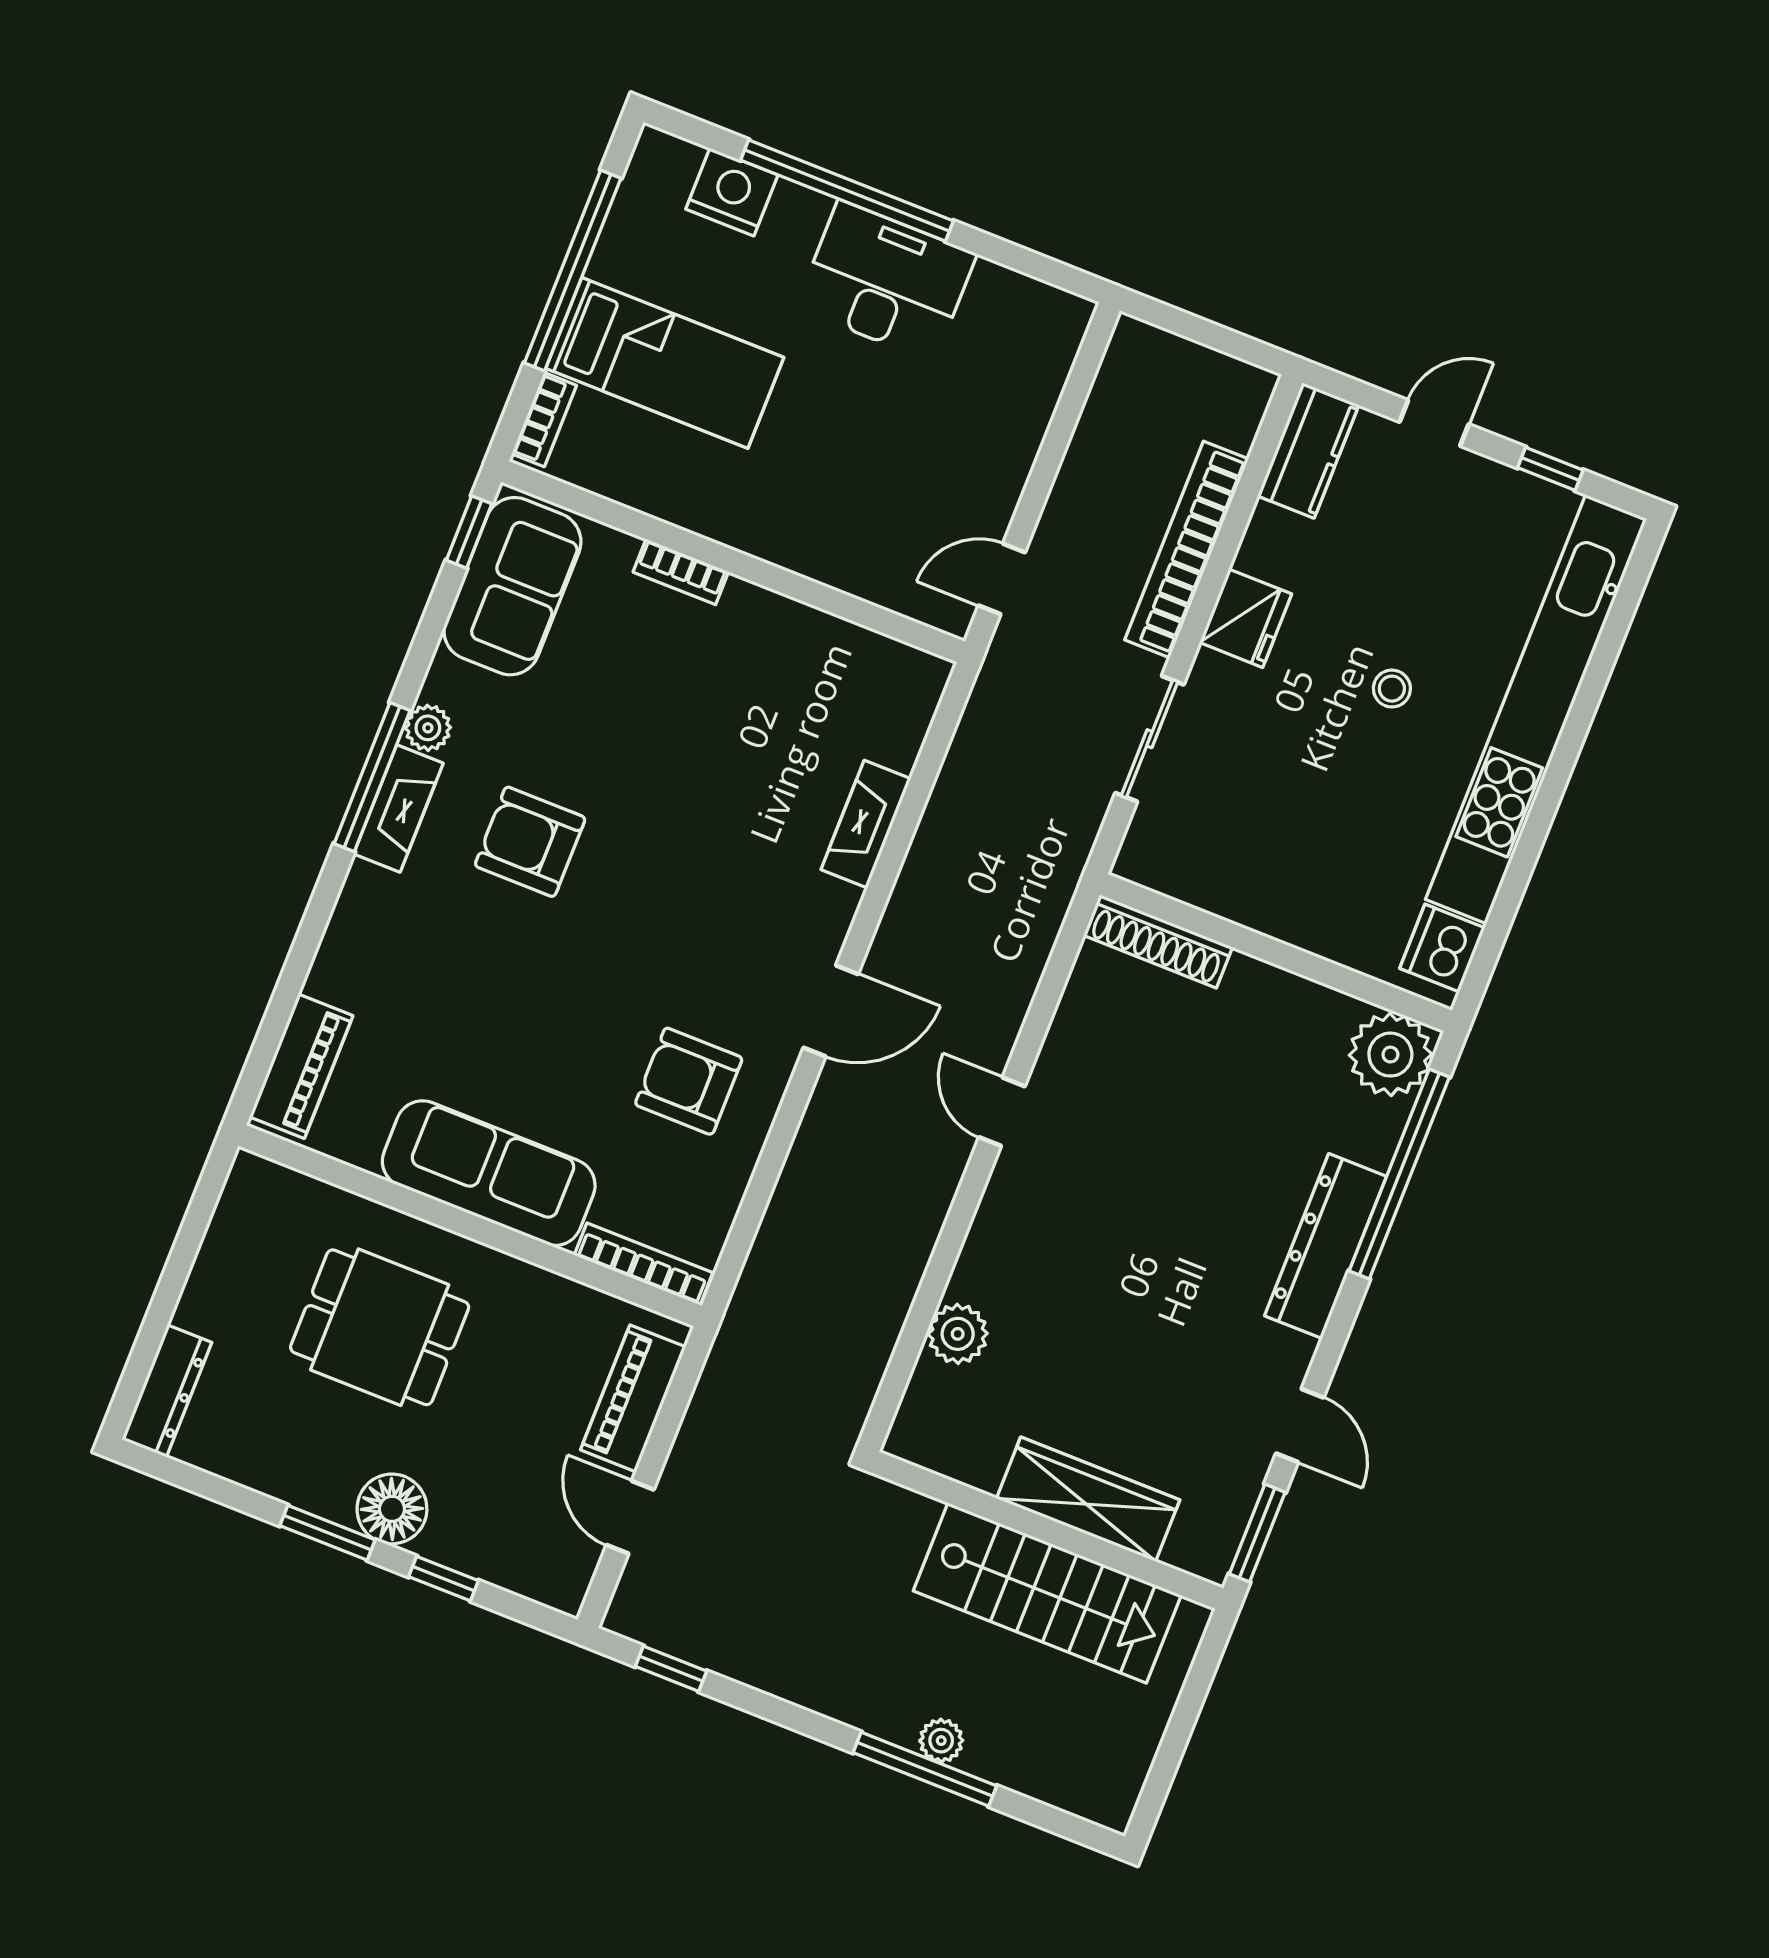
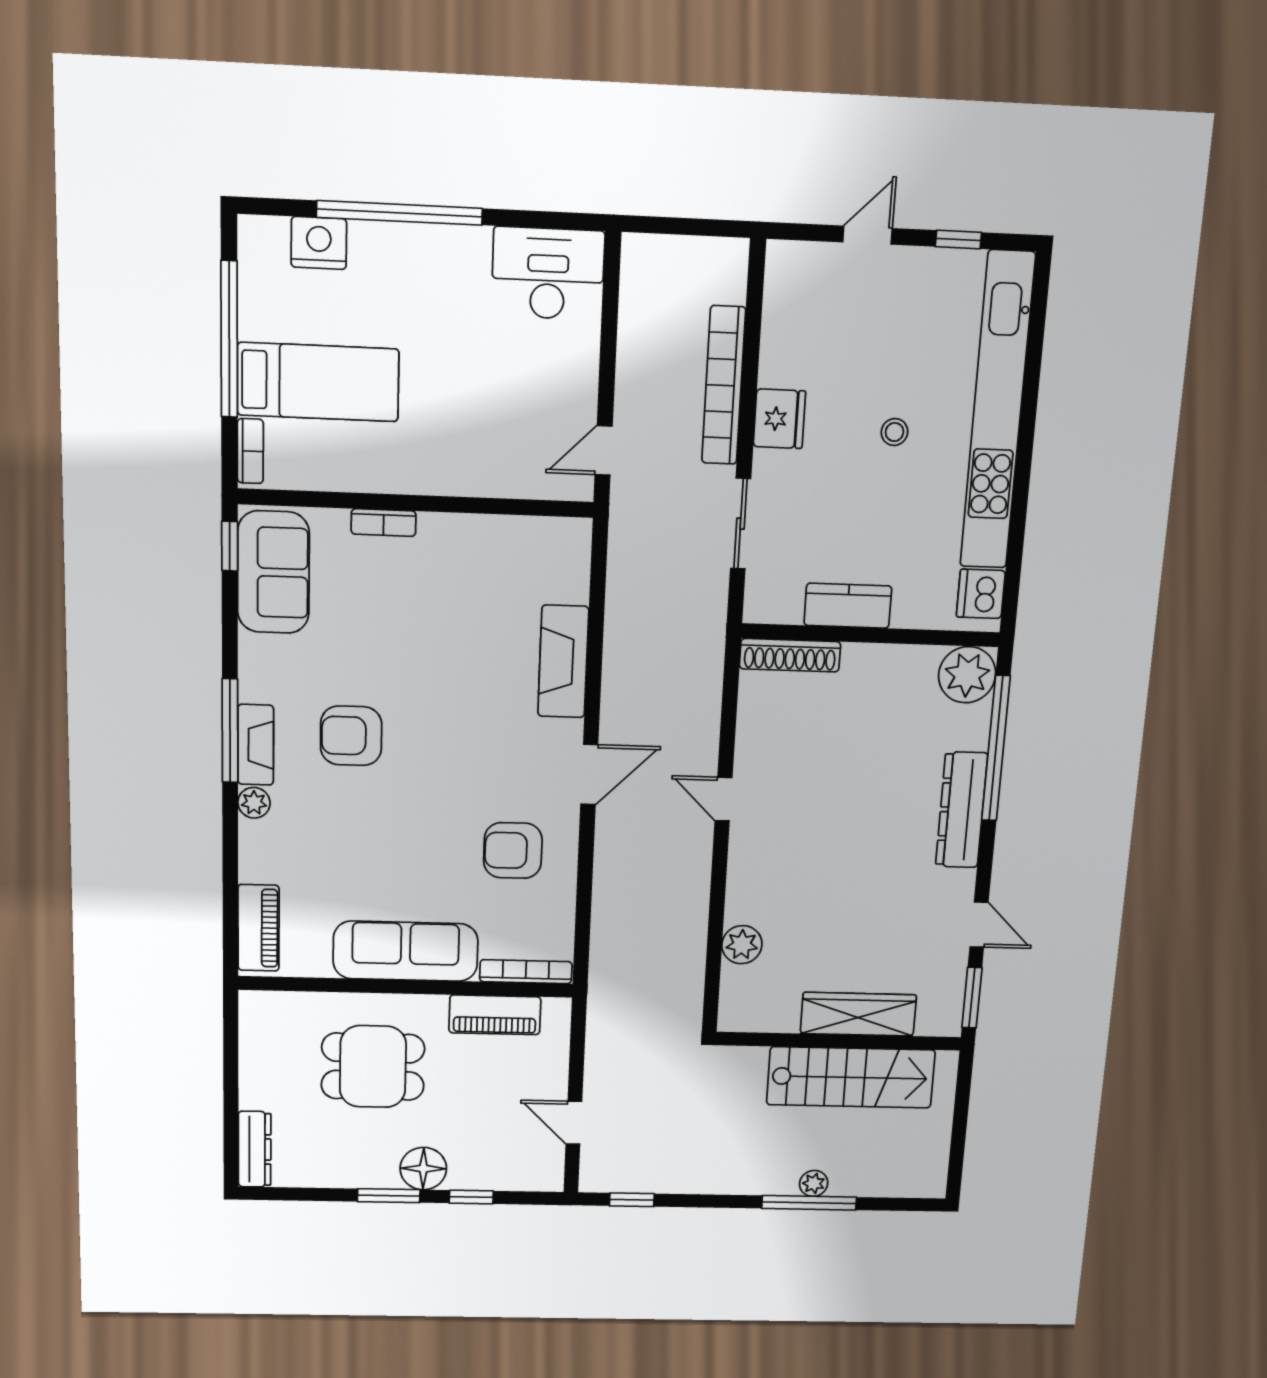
desk: (886, 281) -> (548, 273), moved
kitchen counter: (1308, 450) -> (848, 606), moved, turned -90
plant: (428, 728) -> (254, 803), moved
fireplace: (866, 824) -> (563, 662), width x1.37, depth x1.32
piano: (633, 1398) -> (495, 1015), moved, turned -90

